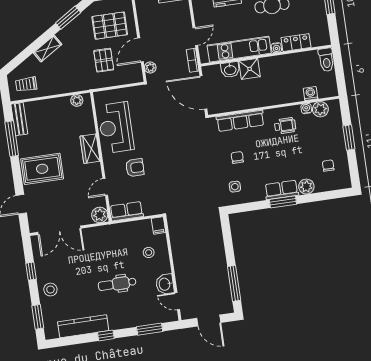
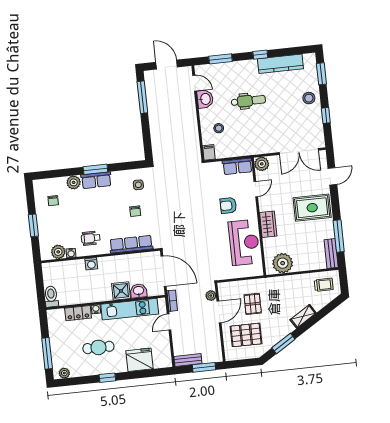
washing machine: (311, 94) -> (91, 264), moved
plant: (77, 100) -> (283, 263), width x1.87, depth x1.87
double door: (59, 230) -> (299, 151), swing flipped

